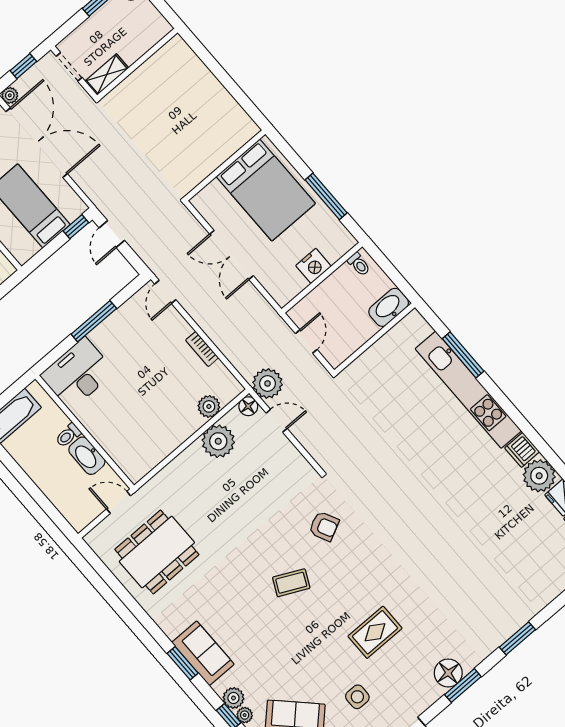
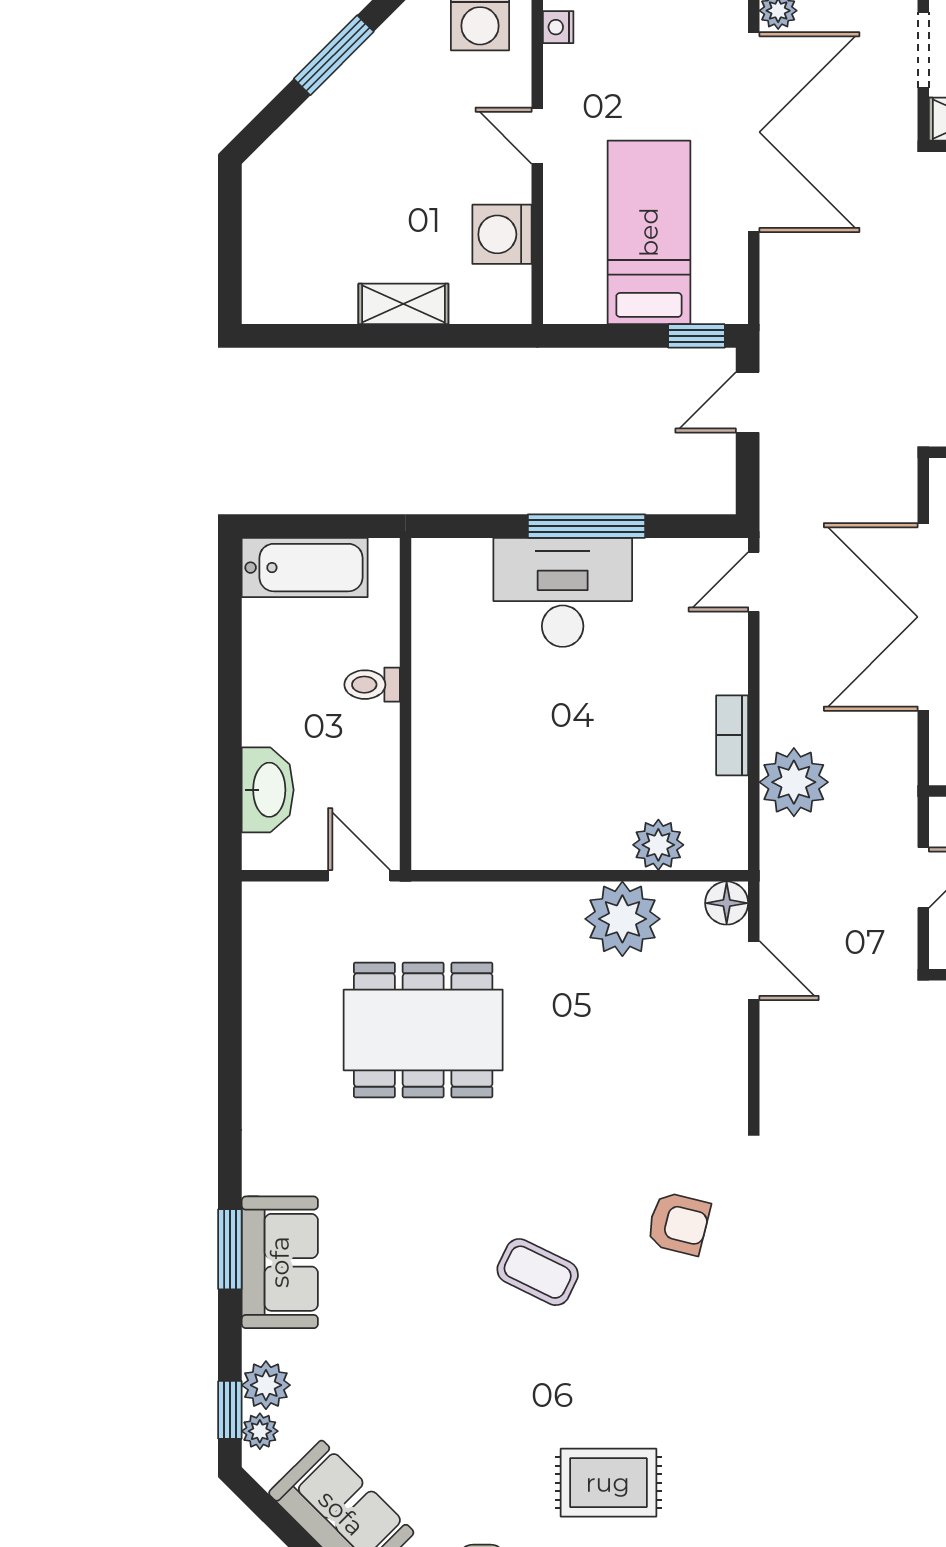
double door: (232, 255) -> (923, 617), width x1.36
desk: (78, 374) -> (563, 592), moved
plant: (268, 383) -> (794, 782), moved
washbasin: (87, 456) -> (268, 790), moved, turned 180
armchair: (324, 526) -> (678, 1224), turned -50
dining table: (157, 552) -> (423, 1030), moved

